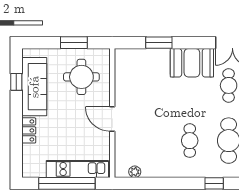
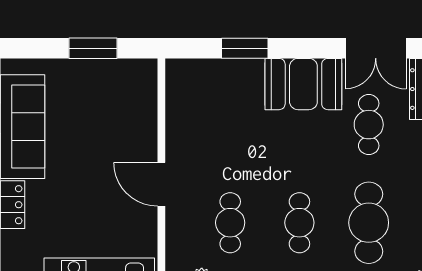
round table: (81, 77) -> (107, 109), removed
cafe table: (151, 141) -> (230, 223), added

